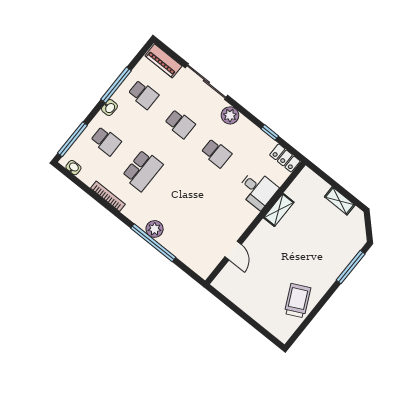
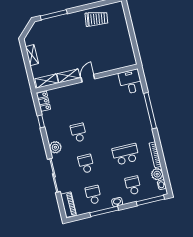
shelving: (299, 184) -> (47, 81), added
desk: (257, 189) -> (130, 82), moved
plant: (155, 229) -> (157, 174), moved
door: (233, 251) -> (88, 78), moved
trolley: (297, 301) -> (96, 19), turned -146

